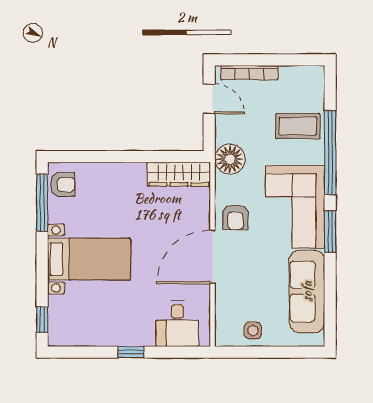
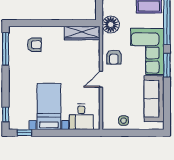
armchair: (63, 185) -> (34, 45), moved
door: (213, 257) -> (101, 79), width x0.53
bed with nightstands: (89, 259) -> (49, 106), moved, turned -90
window: (131, 352) -> (25, 133), moved

